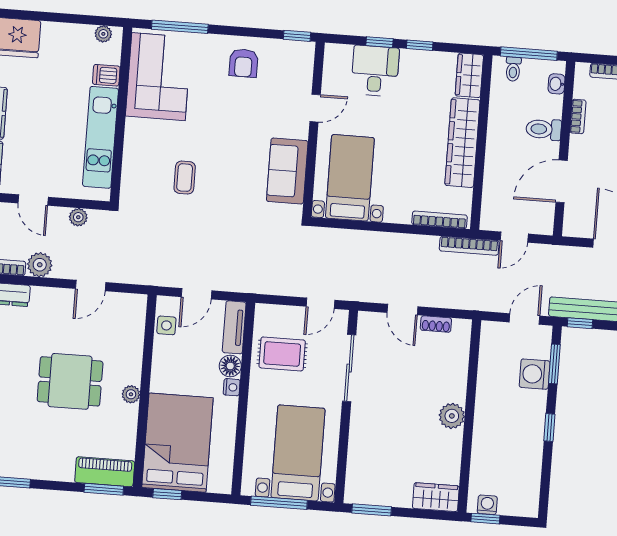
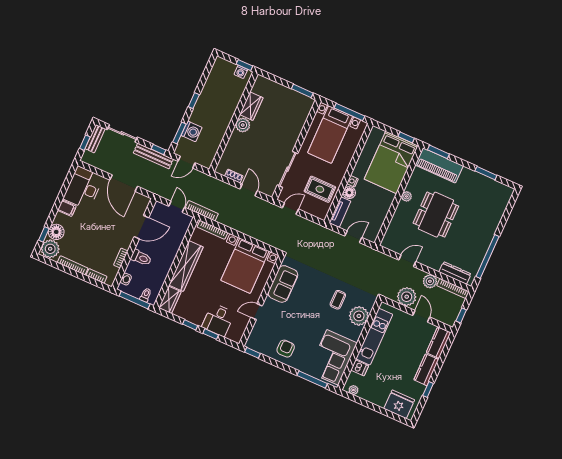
plant: (139, 163) -> (359, 316), added
bed with nightstands: (350, 178) -> (245, 266), width x1.36
plant: (78, 217) -> (407, 297), width x1.87, depth x1.87
door: (514, 237) -> (177, 207), hinge flipped
side table: (166, 325) -> (375, 226), removed
dining table: (70, 381) -> (436, 215), width x1.38
piano: (105, 472) -> (439, 165), width x1.37, depth x1.33
wardrobe: (436, 497) -> (251, 106), moved, turned -90

